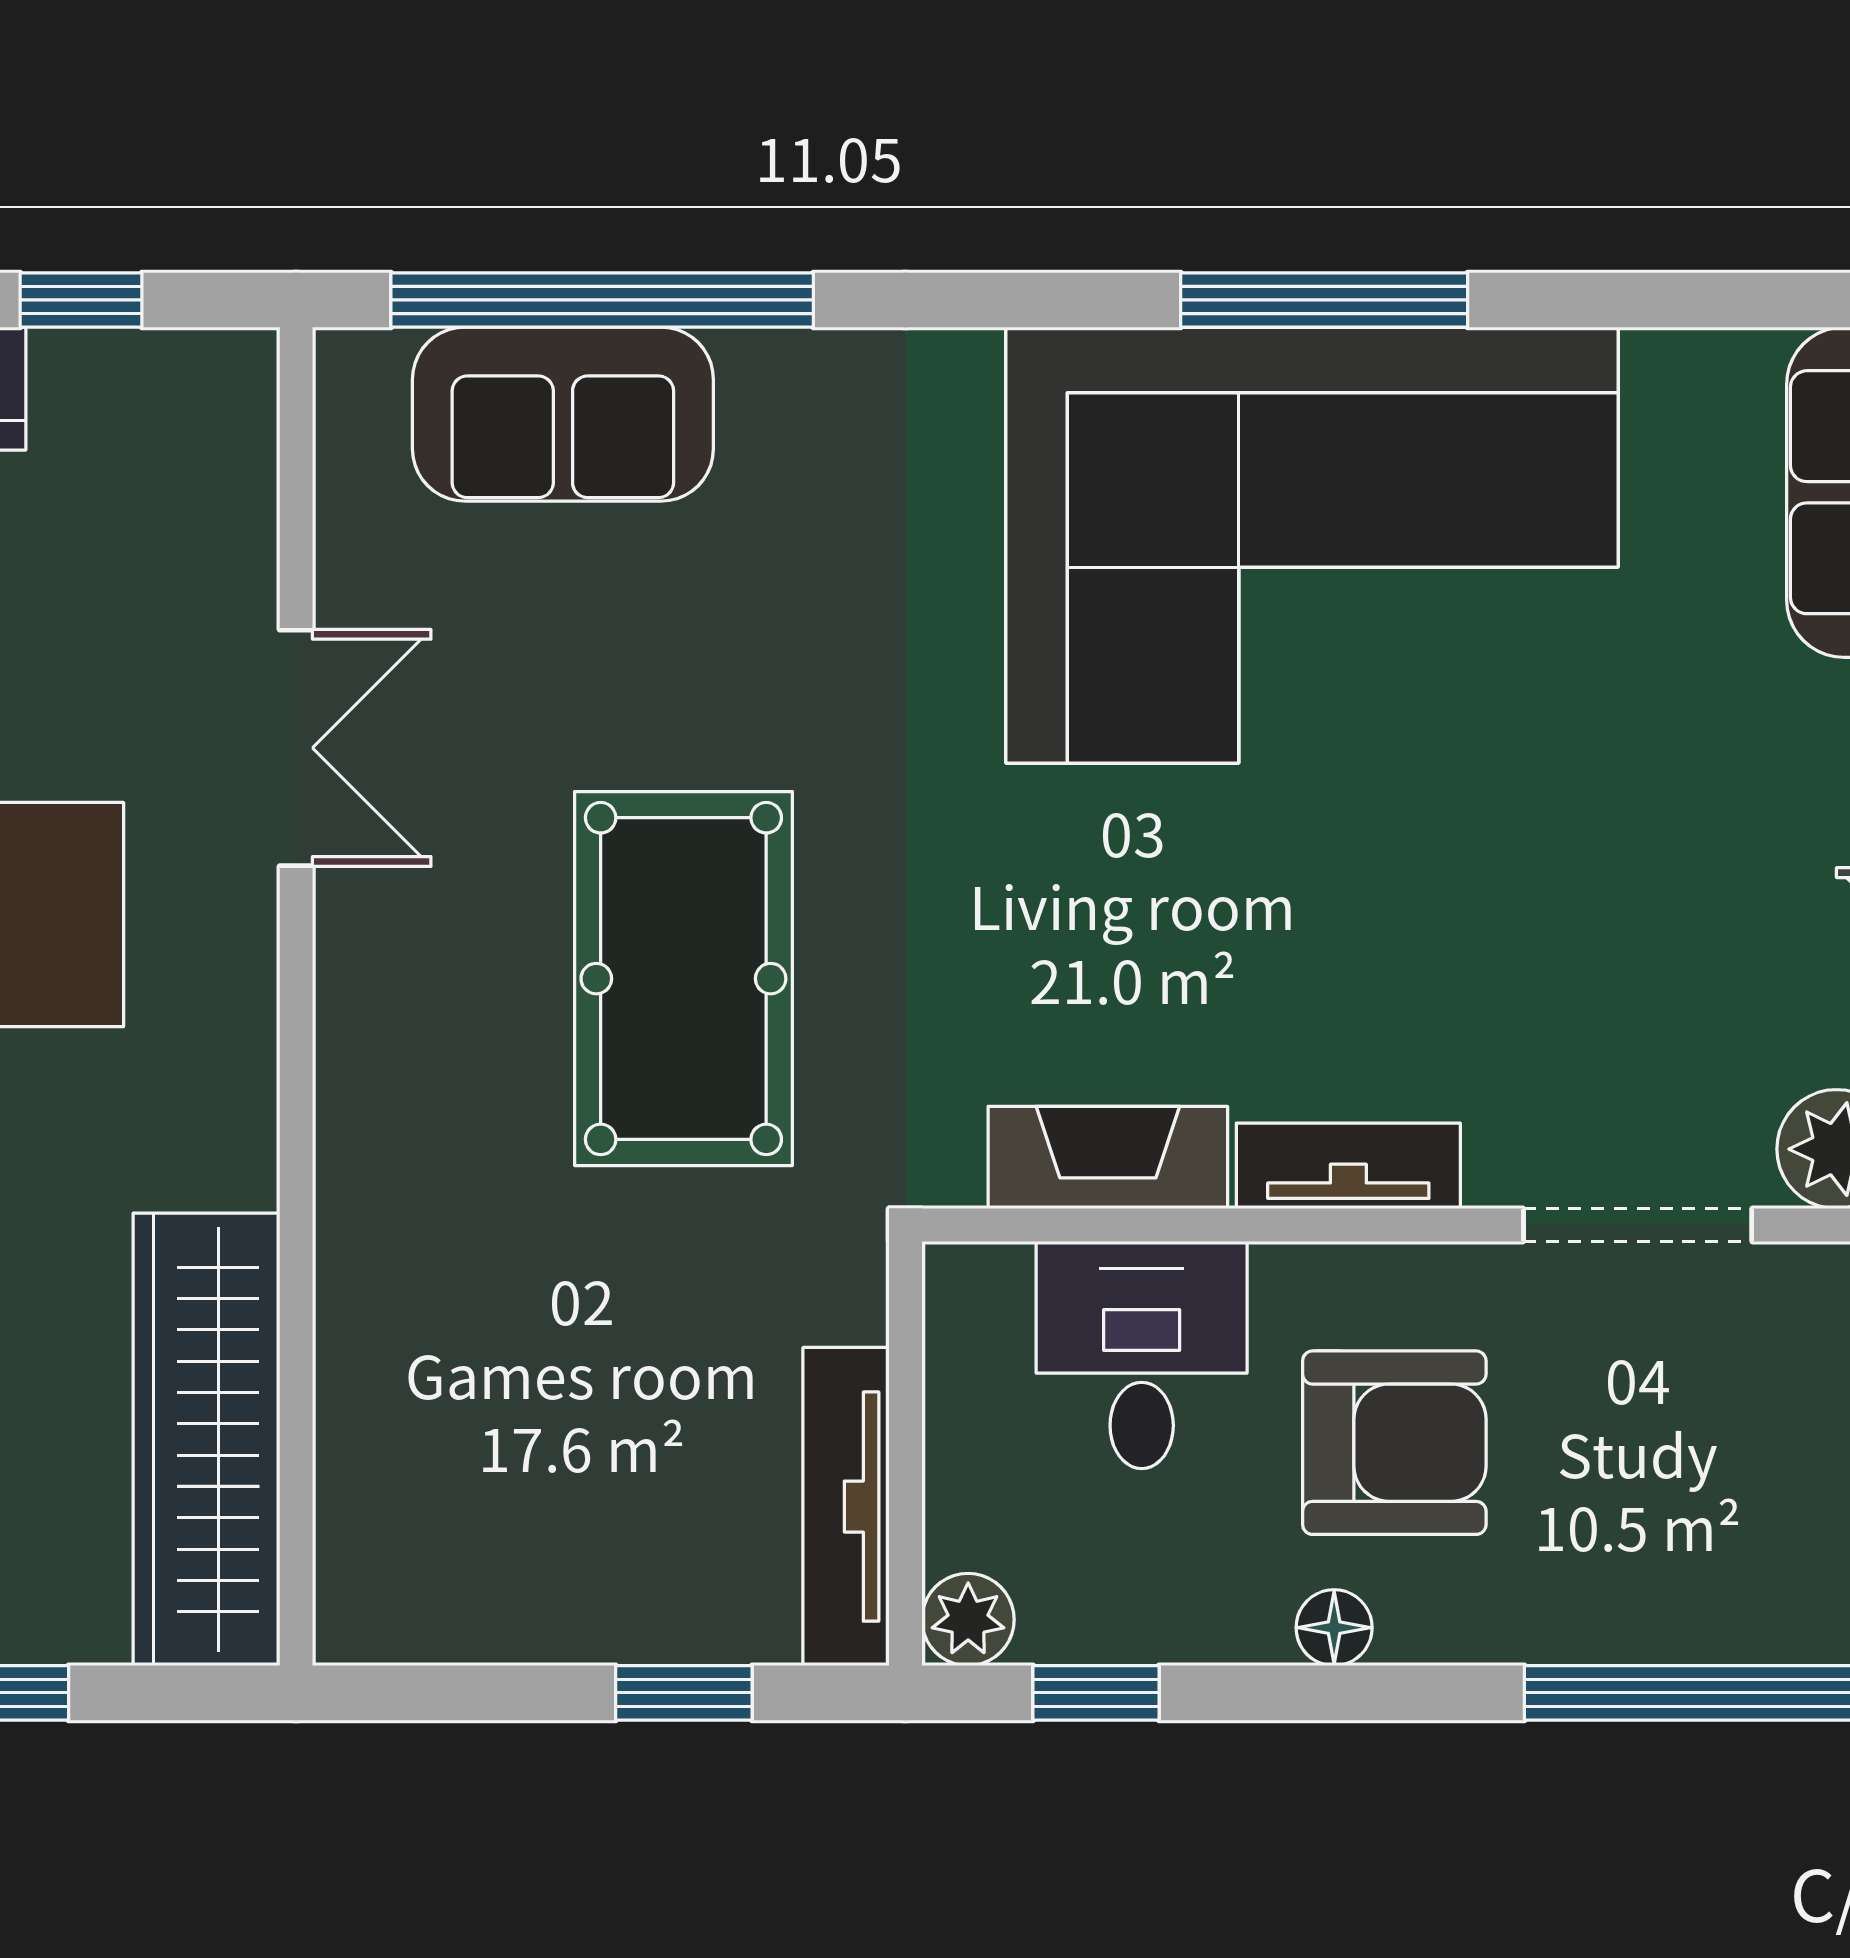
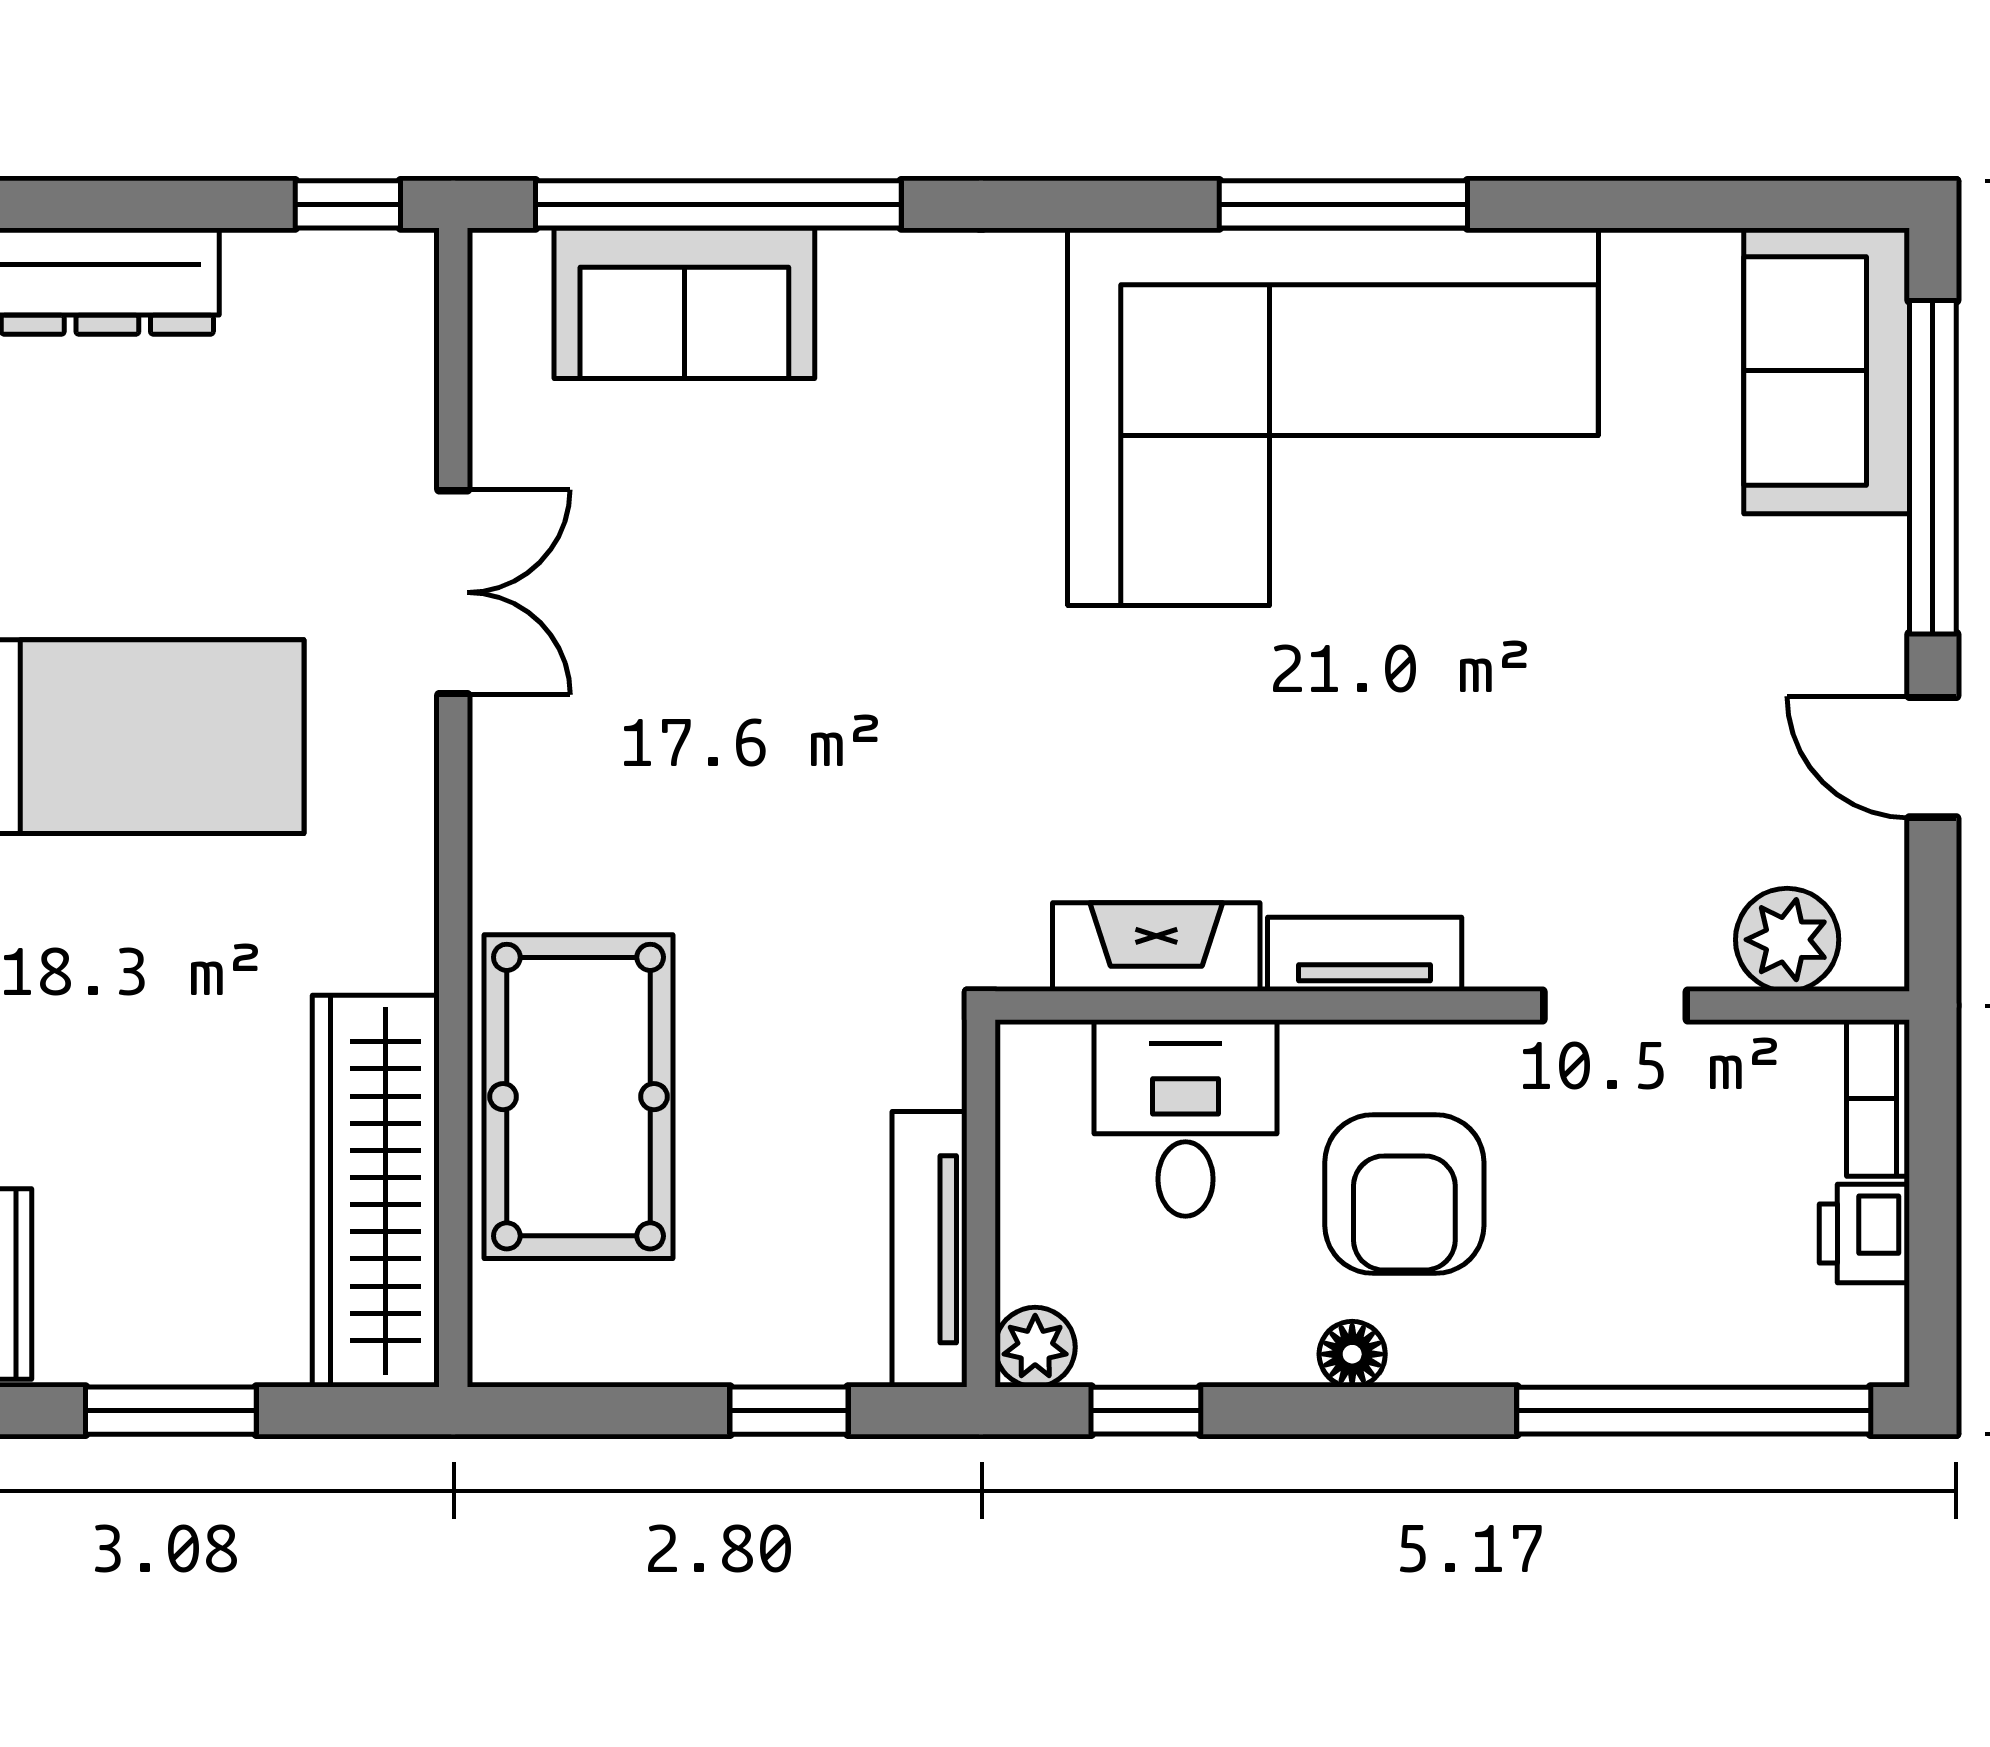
window: (81, 300) -> (348, 204), moved
pool table: (683, 979) -> (578, 1097), moved
doorway: (1638, 1225) -> (1615, 1005), width x0.73
armchair: (1394, 1443) -> (1404, 1194), turned 90

